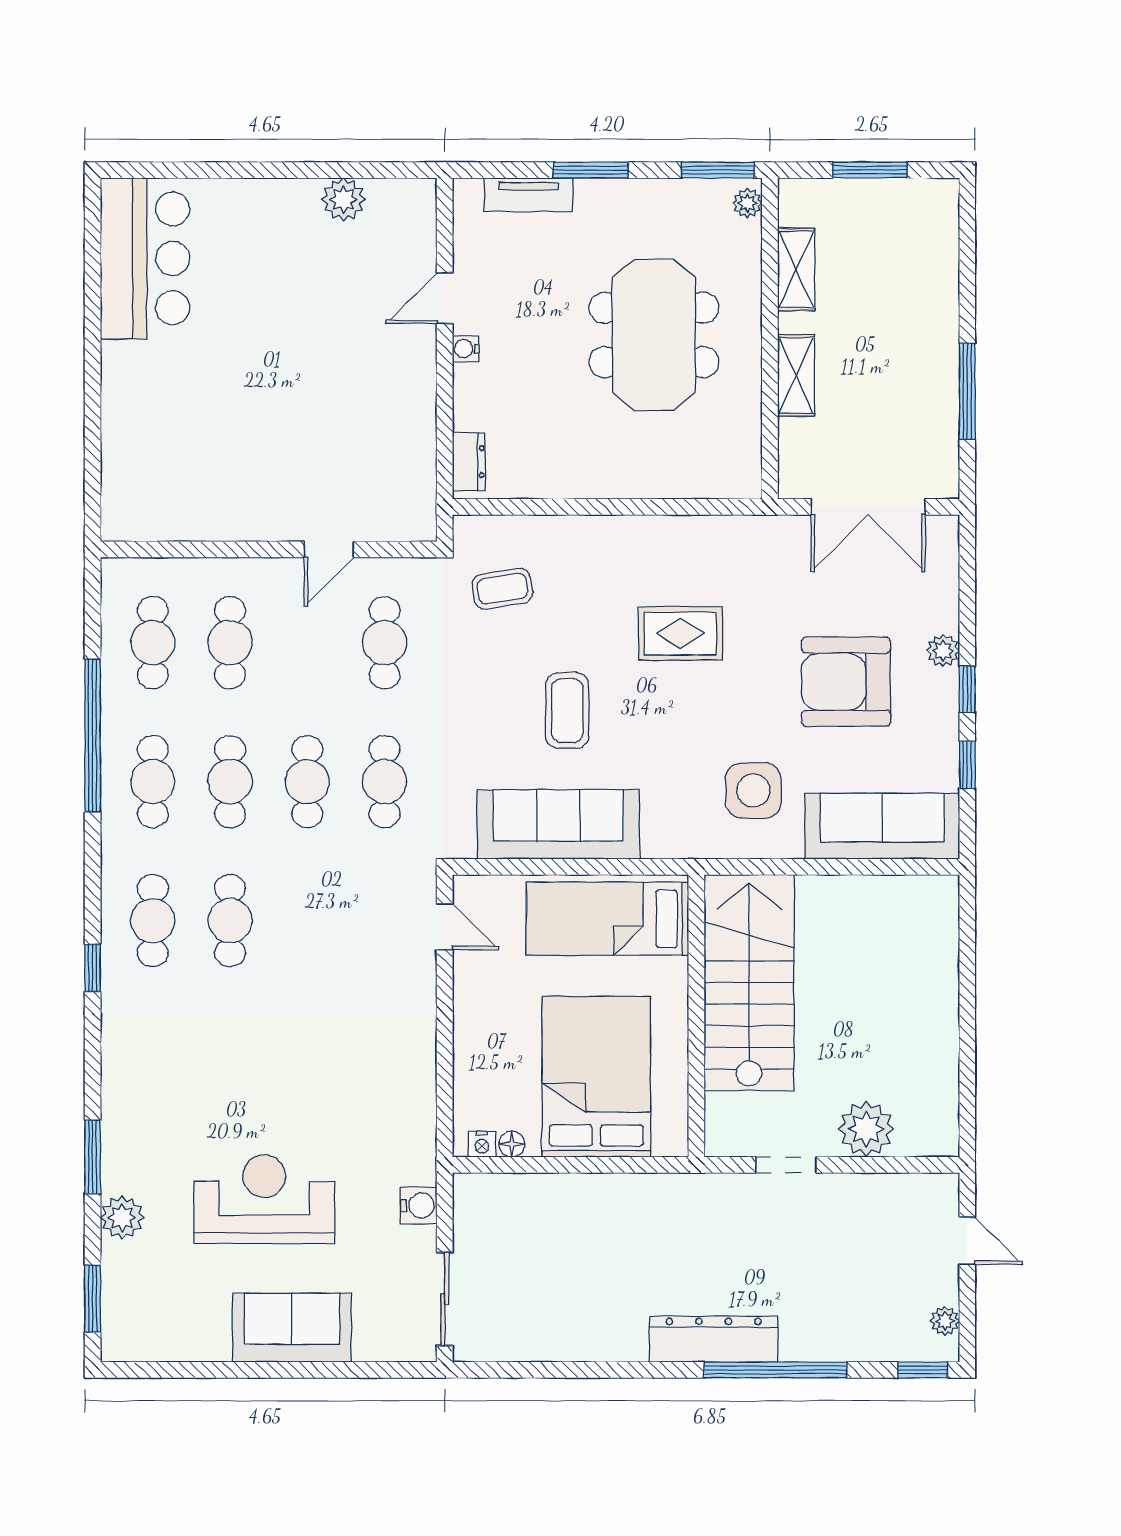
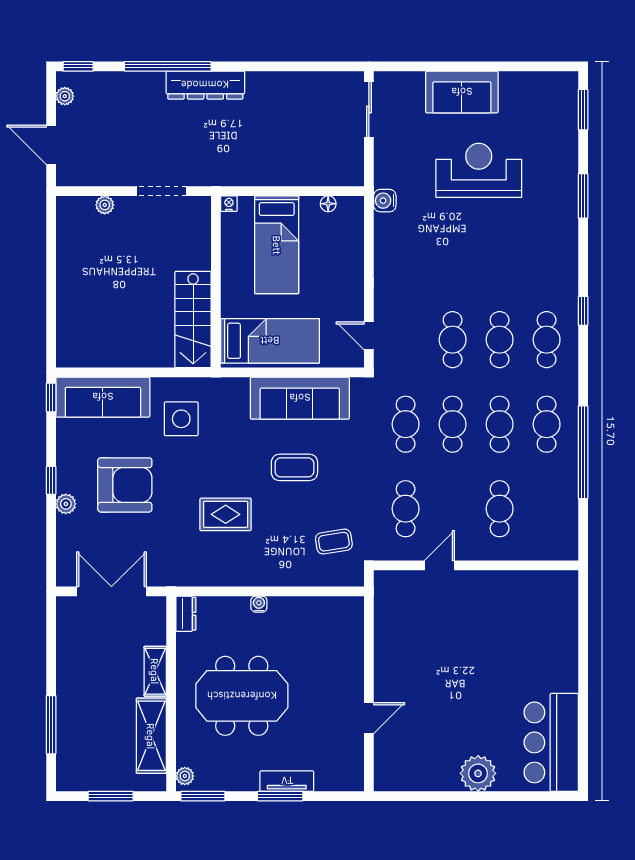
tv unit: (528, 195) -> (287, 781), moved
plant: (343, 200) -> (478, 773), moved, width x1.36, depth x1.36
shelving: (796, 269) -> (151, 736), width x1.50, depth x1.33
meeting table: (654, 335) -> (242, 696), turned 90
water cooler: (466, 349) -> (259, 604), moved, turned -90
window: (967, 391) -> (51, 725), moved
dresser: (469, 462) -> (186, 614), moved, turned 180
cafe table: (153, 643) -> (453, 340), moved
coffee table: (567, 711) -> (294, 467), turned 90
window: (967, 765) -> (51, 398), moved
stairs: (749, 983) -> (193, 319), width x0.73, depth x0.66
bed: (596, 1077) -> (277, 245), width x0.67
plant: (866, 1129) -> (105, 205), width x0.53, depth x0.53
nightstand: (482, 1144) -> (229, 204), moved
doorway: (786, 1165) -> (162, 191), width x1.38
reception desk: (264, 1199) -> (479, 170), turned 180
water cooler: (419, 1206) -> (385, 201), moved
plant: (122, 1218) -> (565, 159), removed
door: (967, 1241) -> (51, 145), width x1.38

